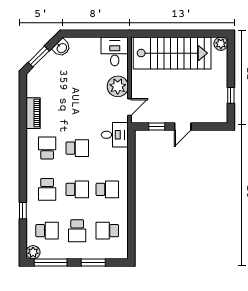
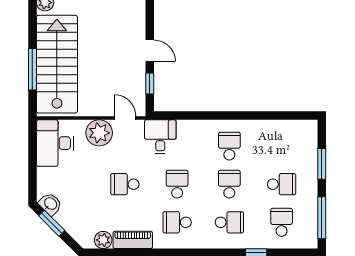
window: (168, 34) -> (32, 69), added
desk: (115, 51) -> (55, 143), width x1.37
window: (39, 57) -> (52, 223), moved
school desk: (107, 231) -> (125, 184), moved, turned 90
plant: (33, 252) -> (103, 240), moved

